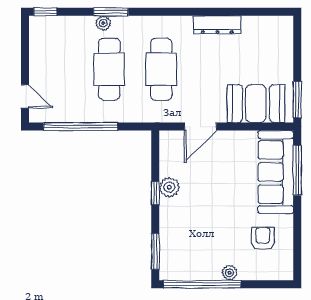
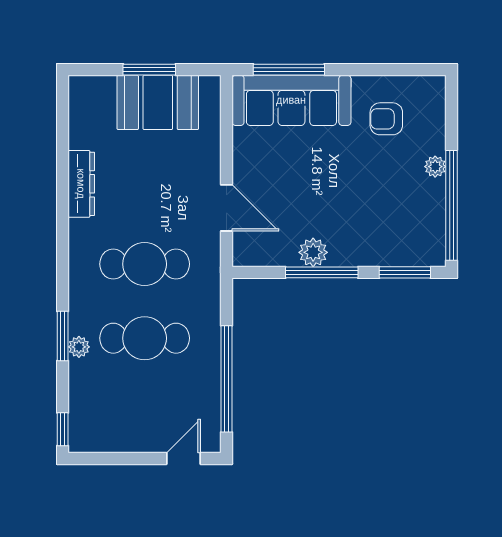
window: (297, 100) -> (149, 70), moved
booth: (256, 104) -> (158, 102), moved, turned 90
window: (155, 193) -> (322, 272), width x2.17

